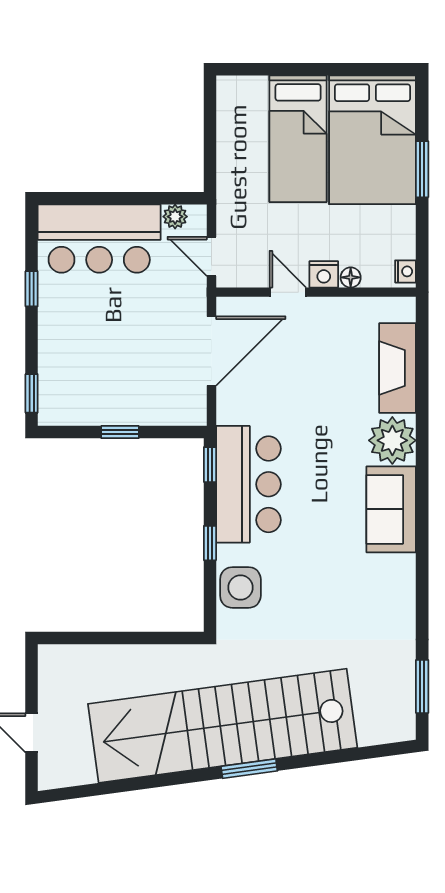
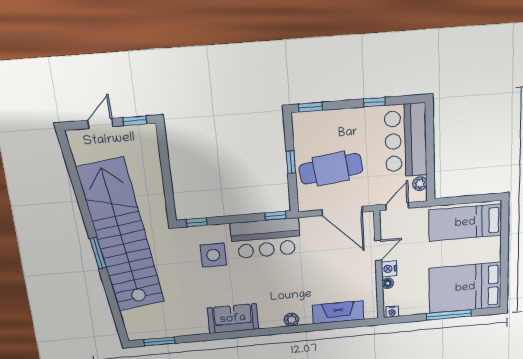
bed: (298, 139) -> (465, 223), moved
window: (422, 169) -> (449, 315), width x1.44
cafe table: (137, 366) -> (331, 169), added
plant: (392, 440) -> (291, 320), width x0.53, depth x0.53
sofa: (391, 509) -> (233, 319), moved
window: (210, 543) -> (197, 222), moved
side table: (240, 587) -> (213, 255), moved
window: (32, 678) -> (135, 121), added

